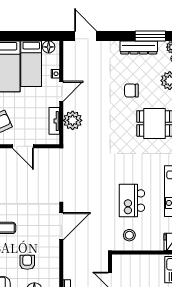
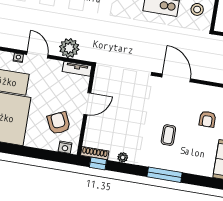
tv unit: (54, 121) -> (77, 69), moved
armchair: (27, 262) -> (207, 119), turned -90

